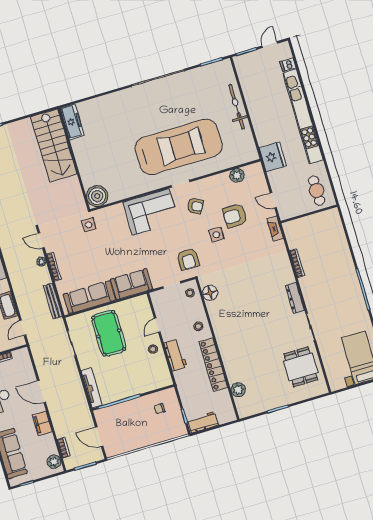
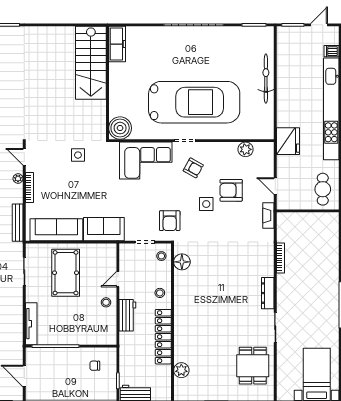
freezer: (72, 122) -> (117, 44), moved
stairs: (54, 145) -> (91, 63), moved
wall: (74, 159) -> (107, 83), moved
boiler: (97, 196) -> (120, 128), moved

